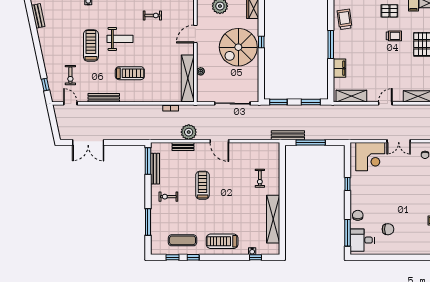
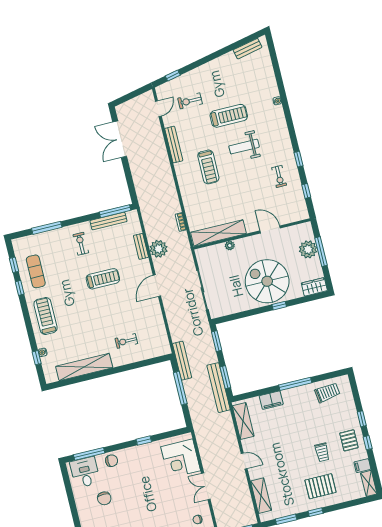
weight bench: (120, 39) -> (244, 147), turned 90
bench: (318, 110) -> (219, 388), added

